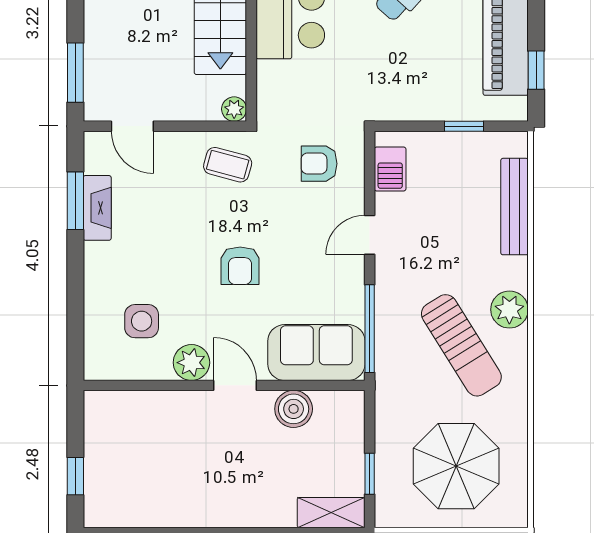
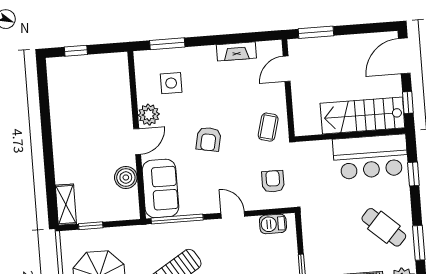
plant: (234, 109) -> (301, 128), removed
window: (75, 201) -> (167, 44), moved
armchair: (240, 266) -> (209, 139), turned -79

